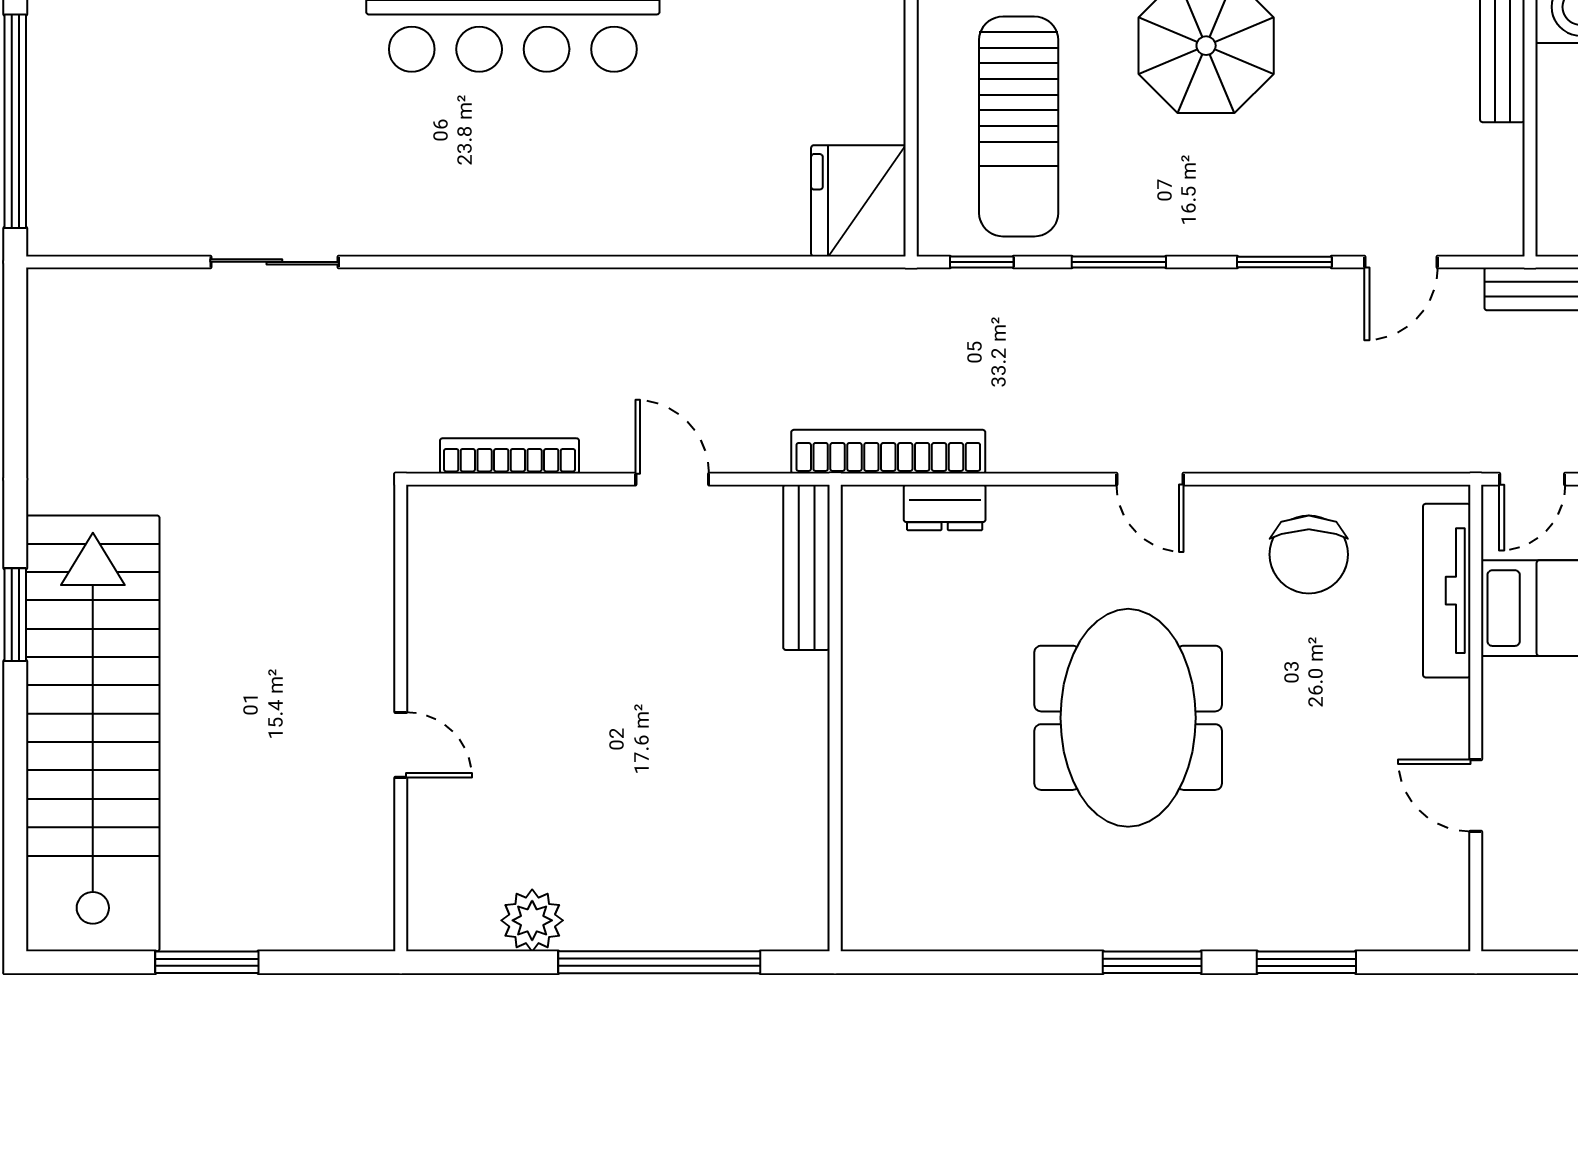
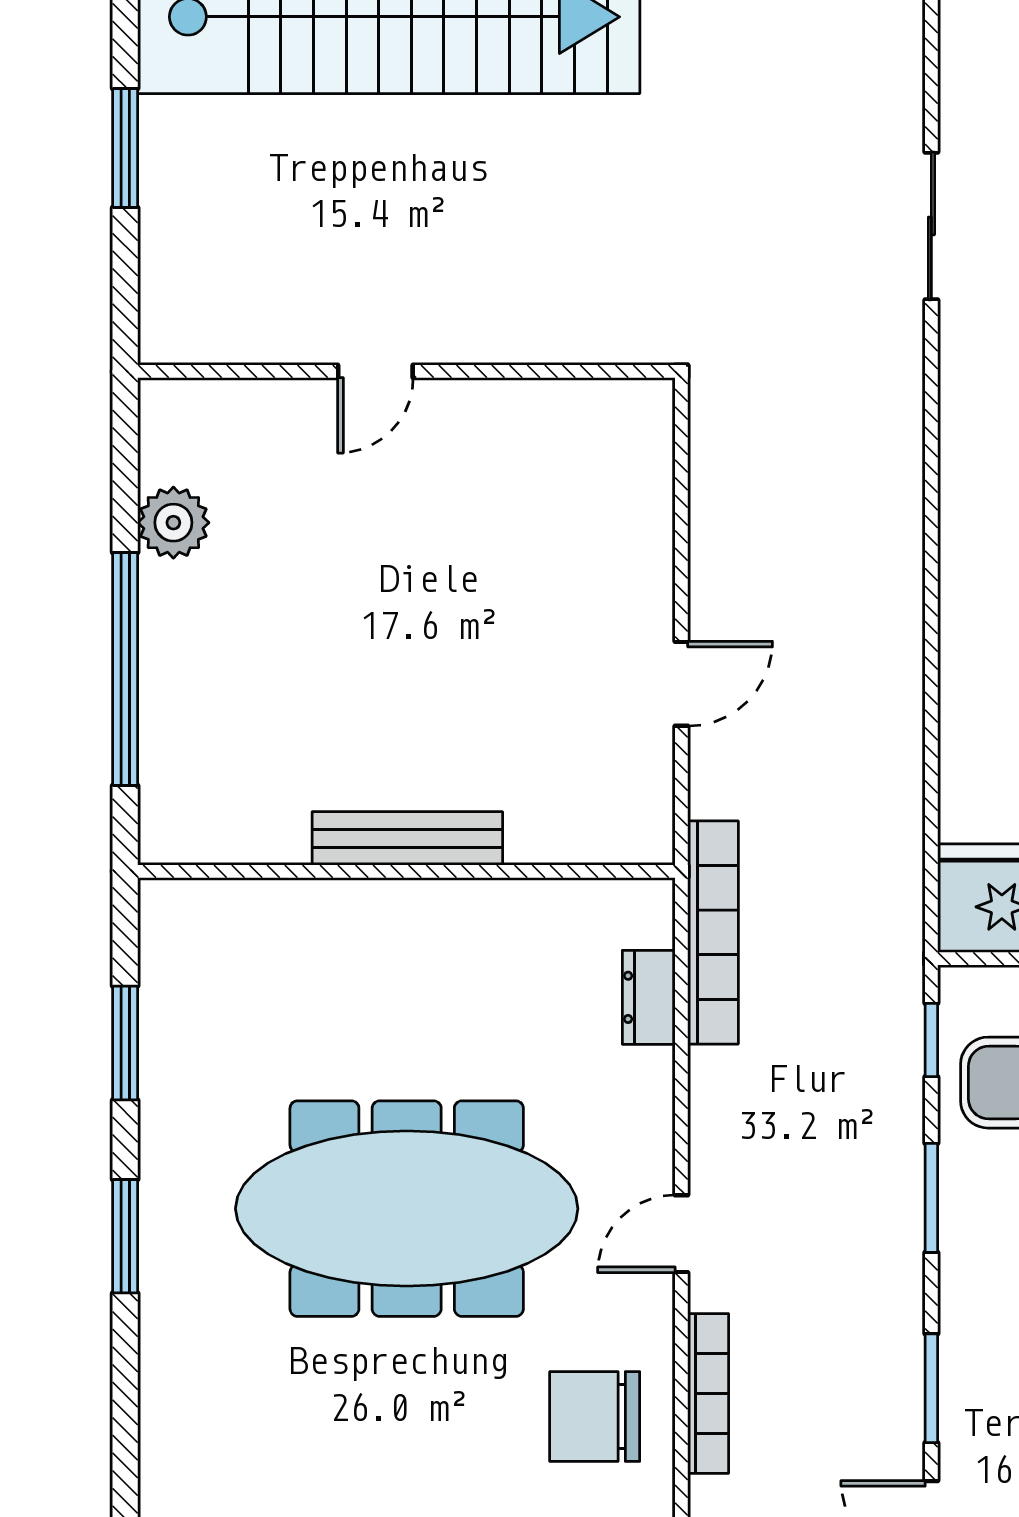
bookcase: (510, 456) -> (708, 1393), moved
bench: (806, 567) -> (407, 838), moved
meeting table: (1128, 718) -> (407, 1209), width x1.36
window: (1306, 962) -> (125, 1043), moved

